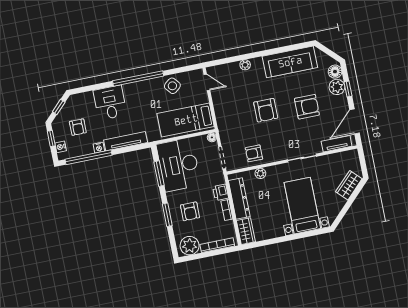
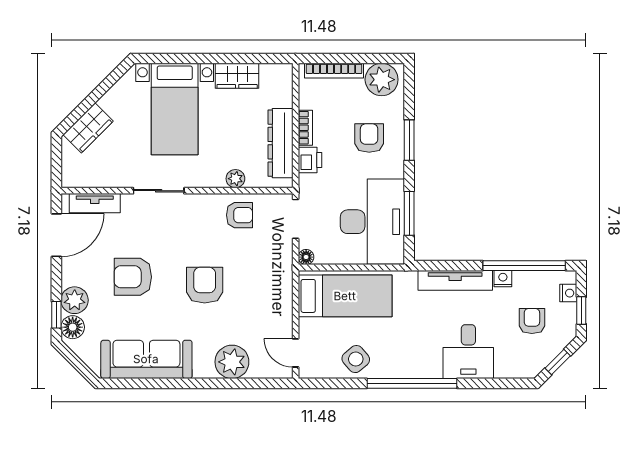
plant: (245, 65) -> (232, 362), width x1.88, depth x1.88
window: (348, 89) -> (56, 315), moved
wardrobe: (246, 231) -> (237, 76), moved, turned -90

